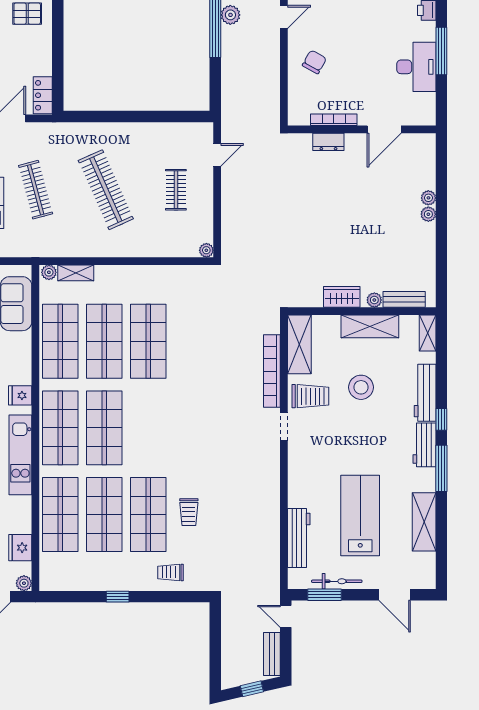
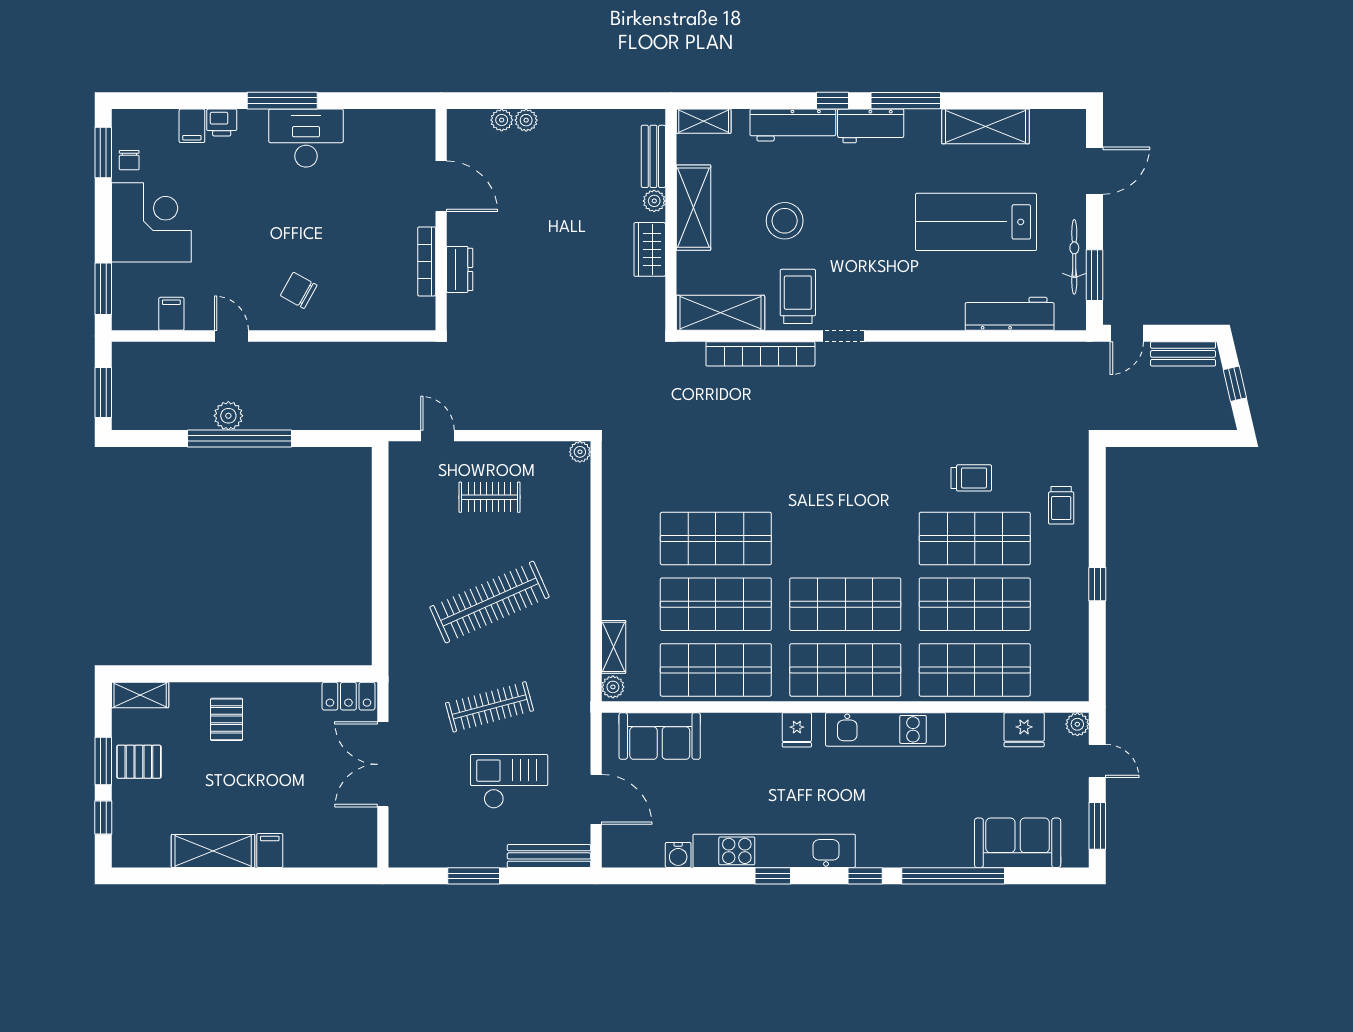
bookcase: (334, 120) -> (427, 261), moved
wall: (362, 129) -> (441, 220), moved
door: (384, 129) -> (441, 186), moved
dresser: (328, 142) -> (460, 269), moved

